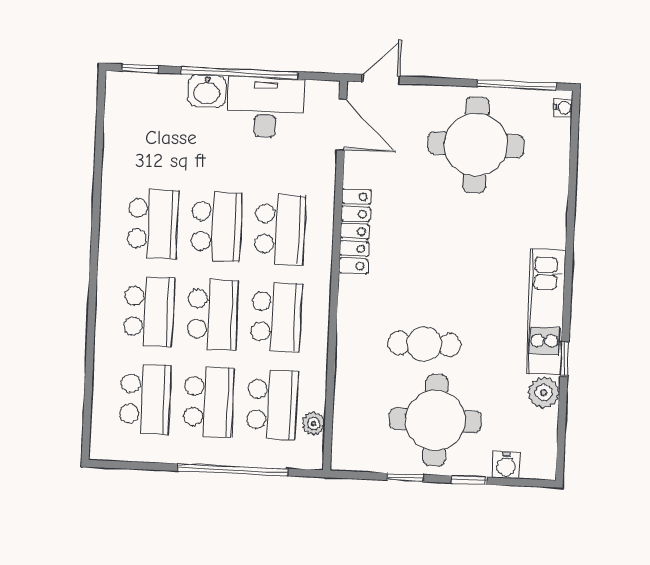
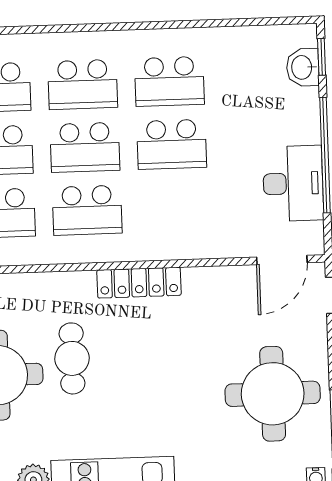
washbasin: (207, 91) -> (303, 67), moved
school desk: (280, 229) -> (174, 207), removed
locker: (355, 231) -> (139, 283), moved

